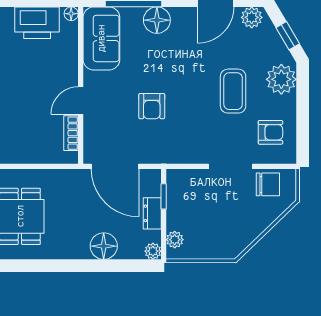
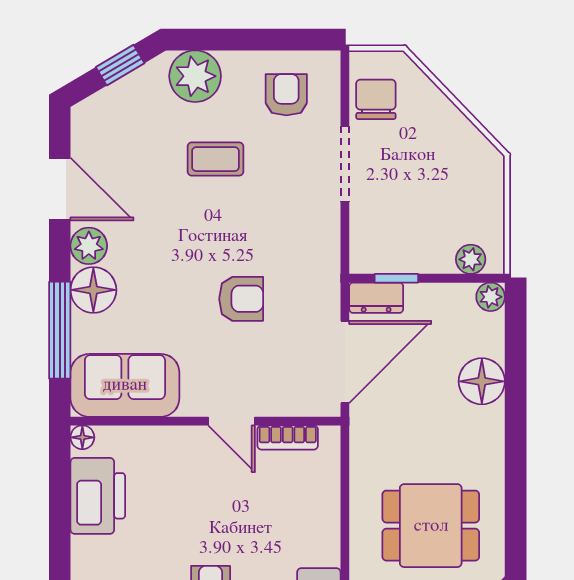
plant: (252, 17) -> (89, 246), moved
coffee table: (233, 91) -> (215, 159), width x0.73, depth x0.77
dresser: (152, 213) -> (376, 298), moved

